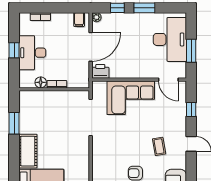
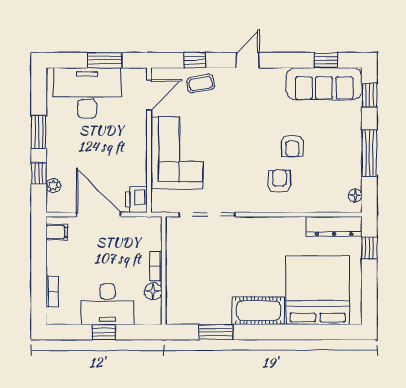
plant: (96, 17) -> (53, 186), moved
coffee table: (159, 146) -> (201, 83), moved
armchair: (112, 165) -> (279, 181), added

